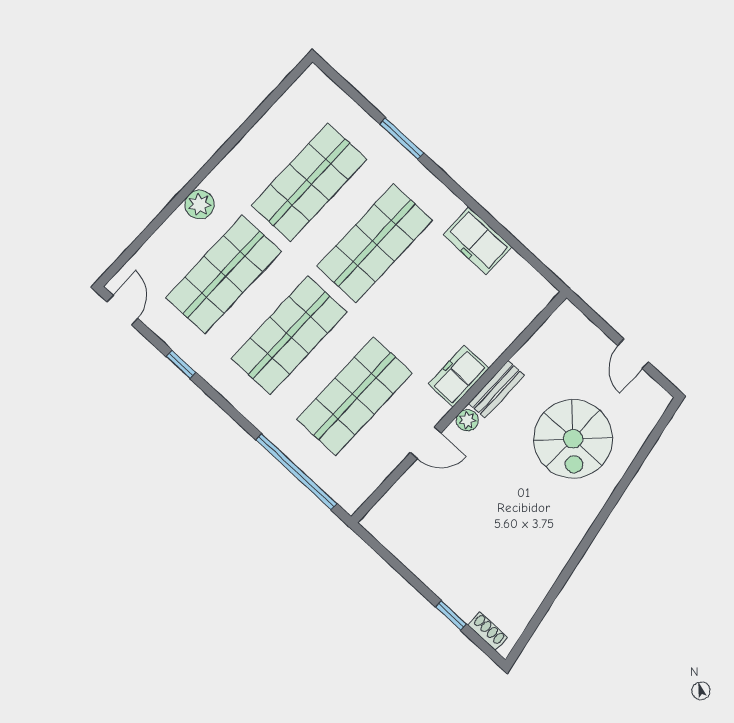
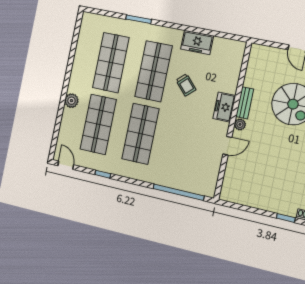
trolley: (416, 300) -> (186, 85), added
shop shelf: (355, 396) -> (184, 144), removed

